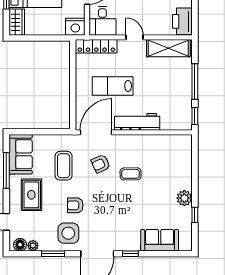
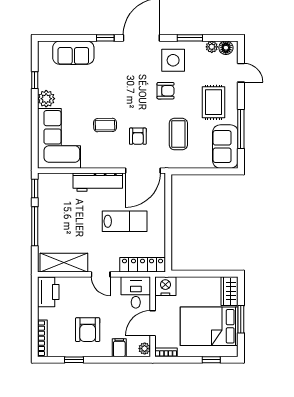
corner sofa: (173, 162) -> (59, 138), added
armchair: (101, 164) -> (138, 136), turned 114

